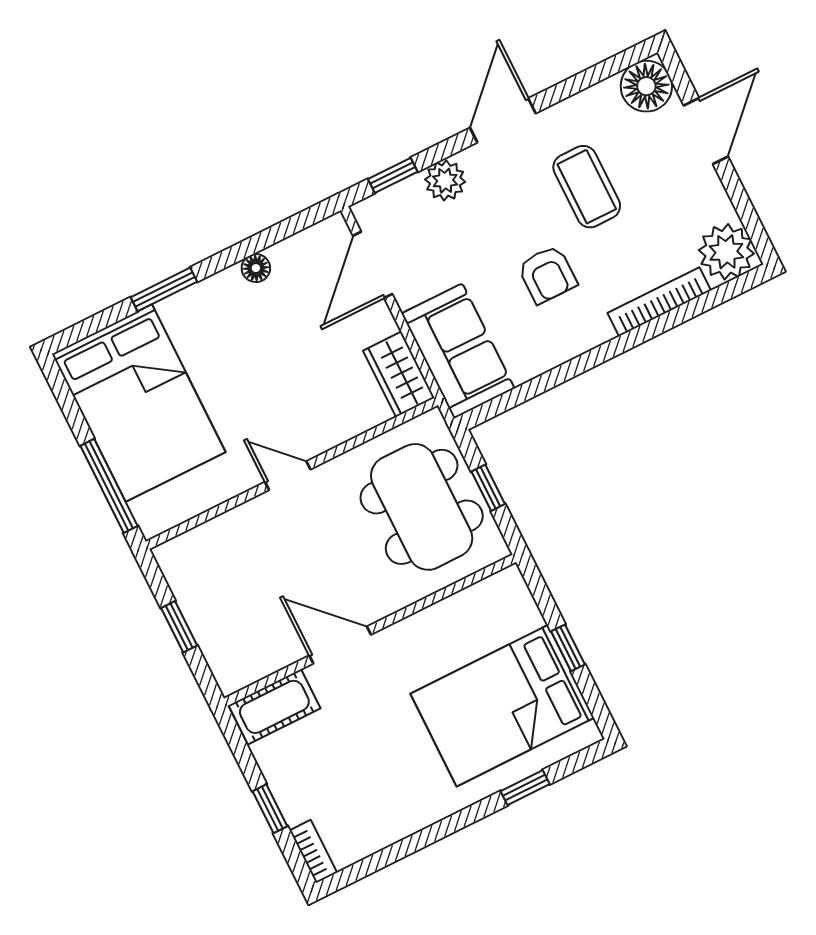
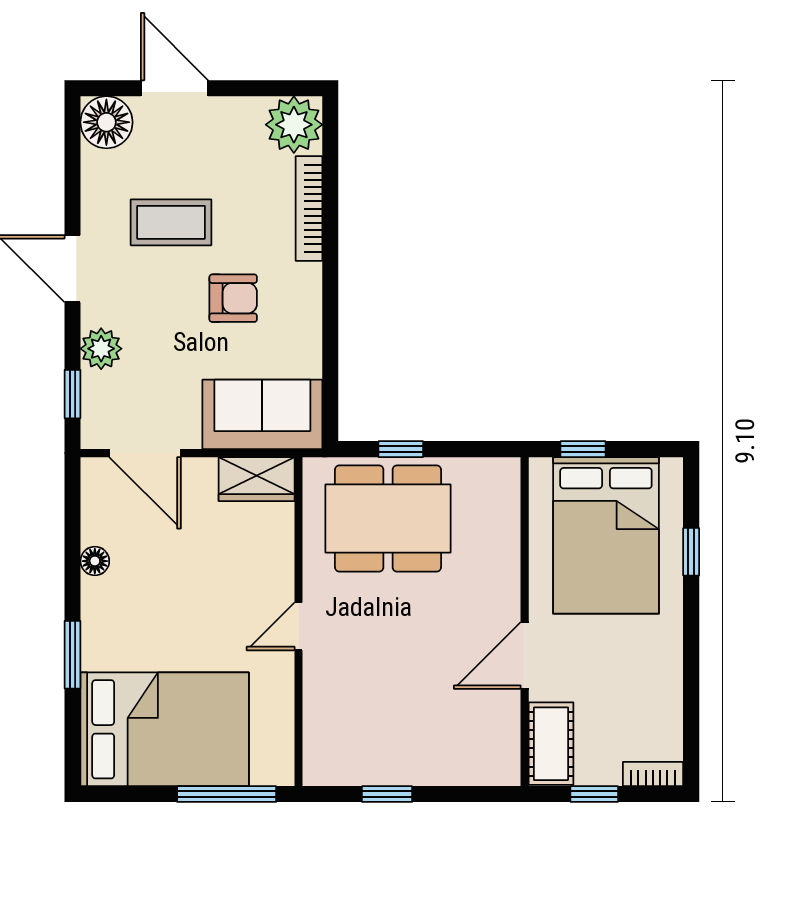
wall: (370, 630) -> (525, 622), moved
door: (340, 645) -> (525, 656), moved
cot: (274, 707) -> (551, 744), moved

